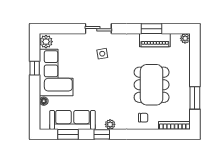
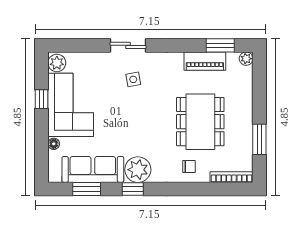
window: (151, 29) -> (220, 45), moved
plant: (110, 124) -> (138, 170), width x1.88, depth x1.88

